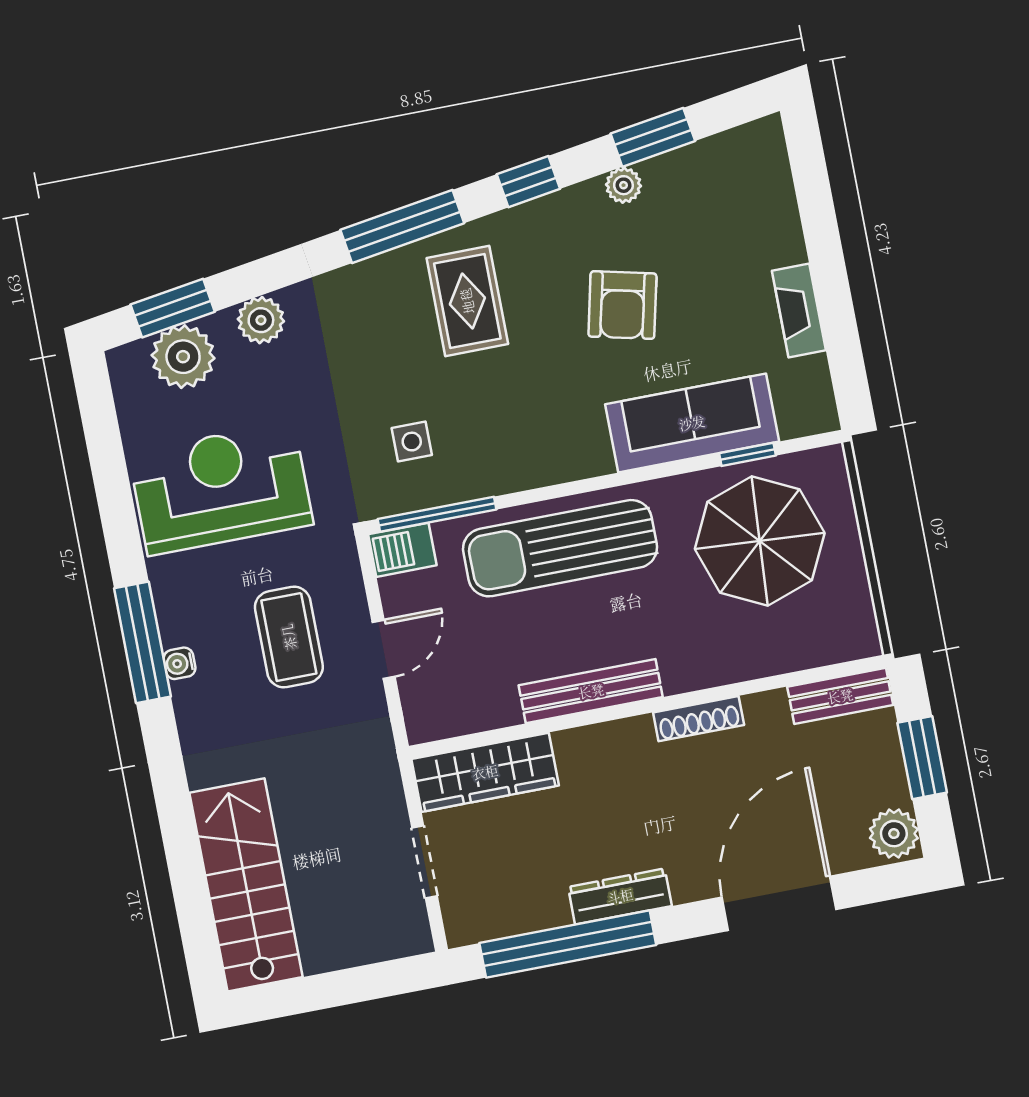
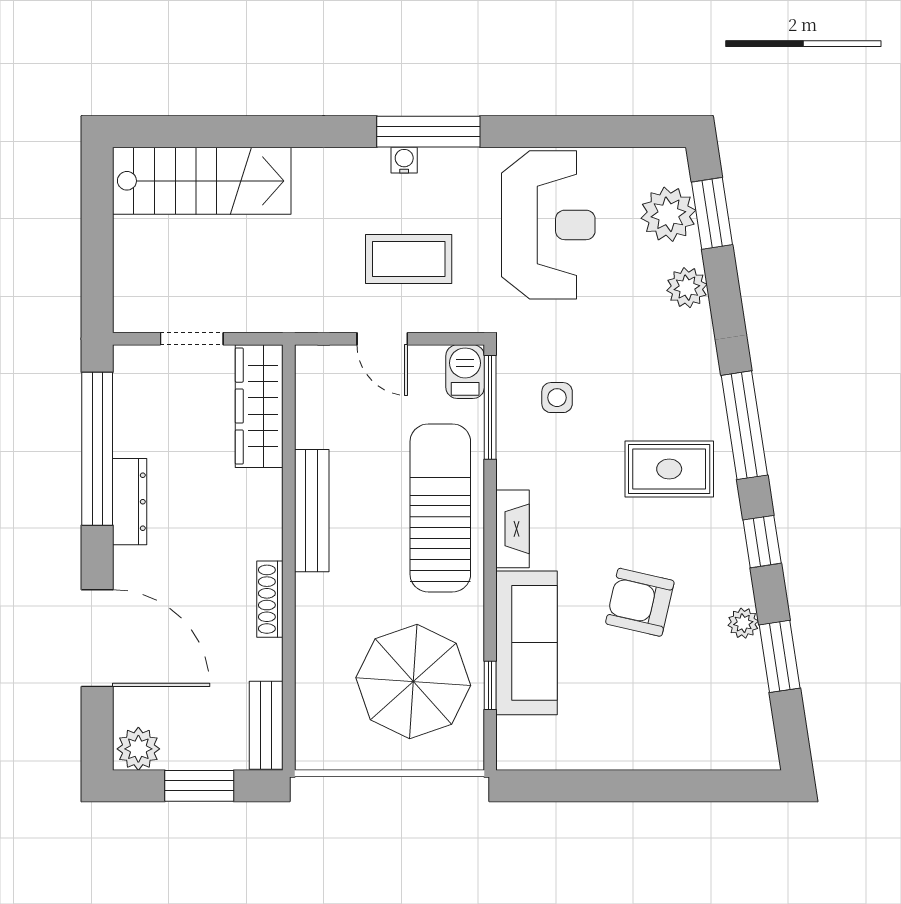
fireplace: (799, 311) -> (512, 529), moved, turned 90

